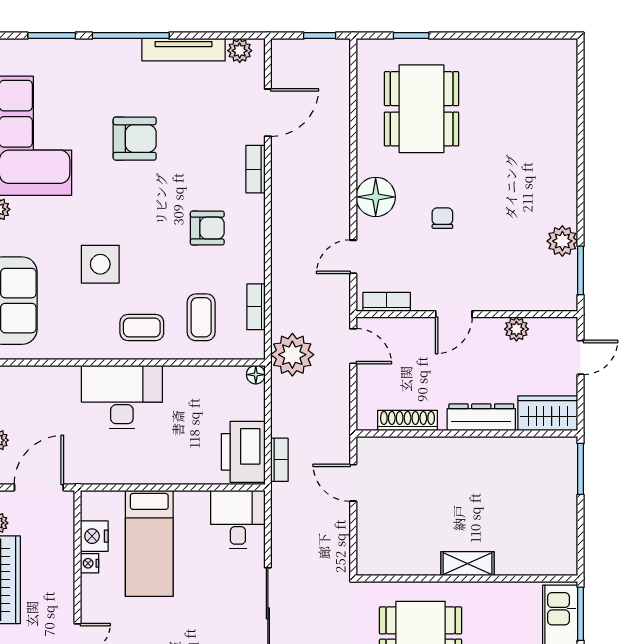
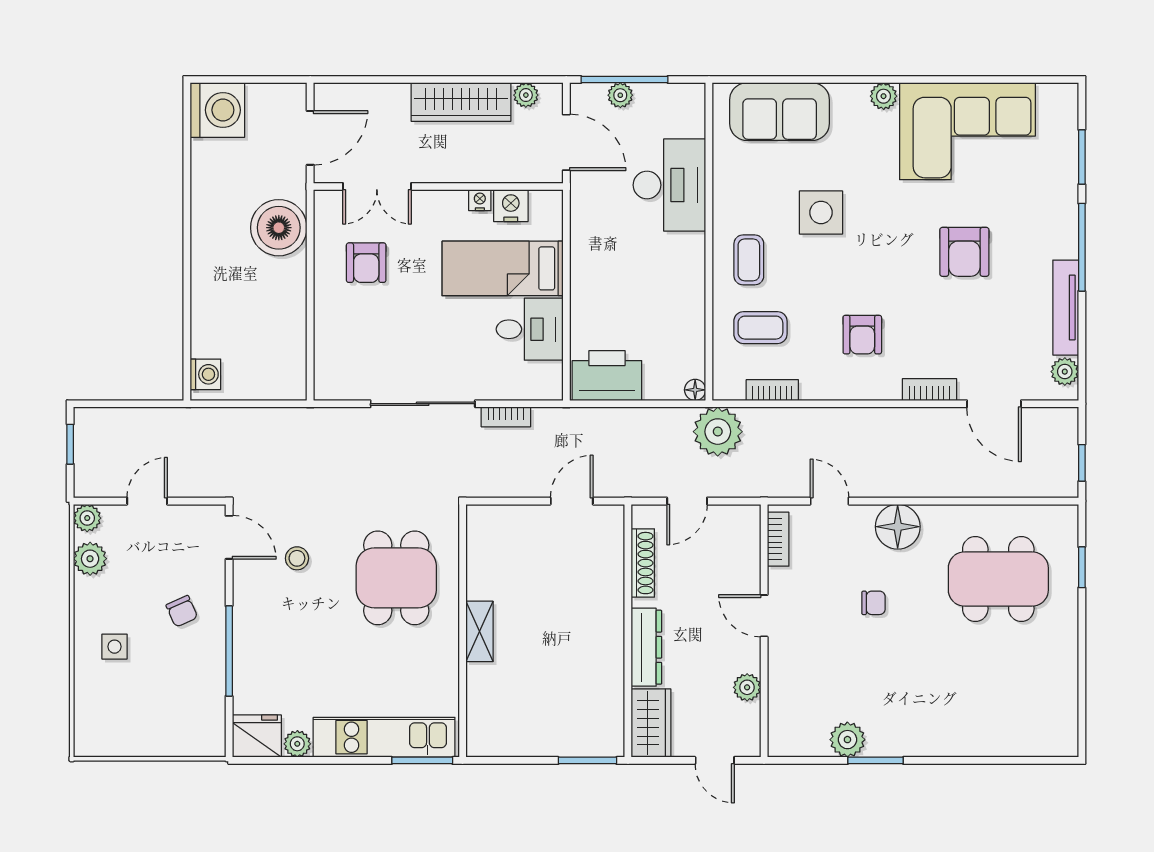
window: (581, 270) -> (876, 760), moved
door: (353, 346) -> (687, 501), moved
desk: (122, 397) -> (669, 185), moved
bookcase: (279, 460) -> (506, 417), moved
desk: (238, 520) -> (530, 329), moved

